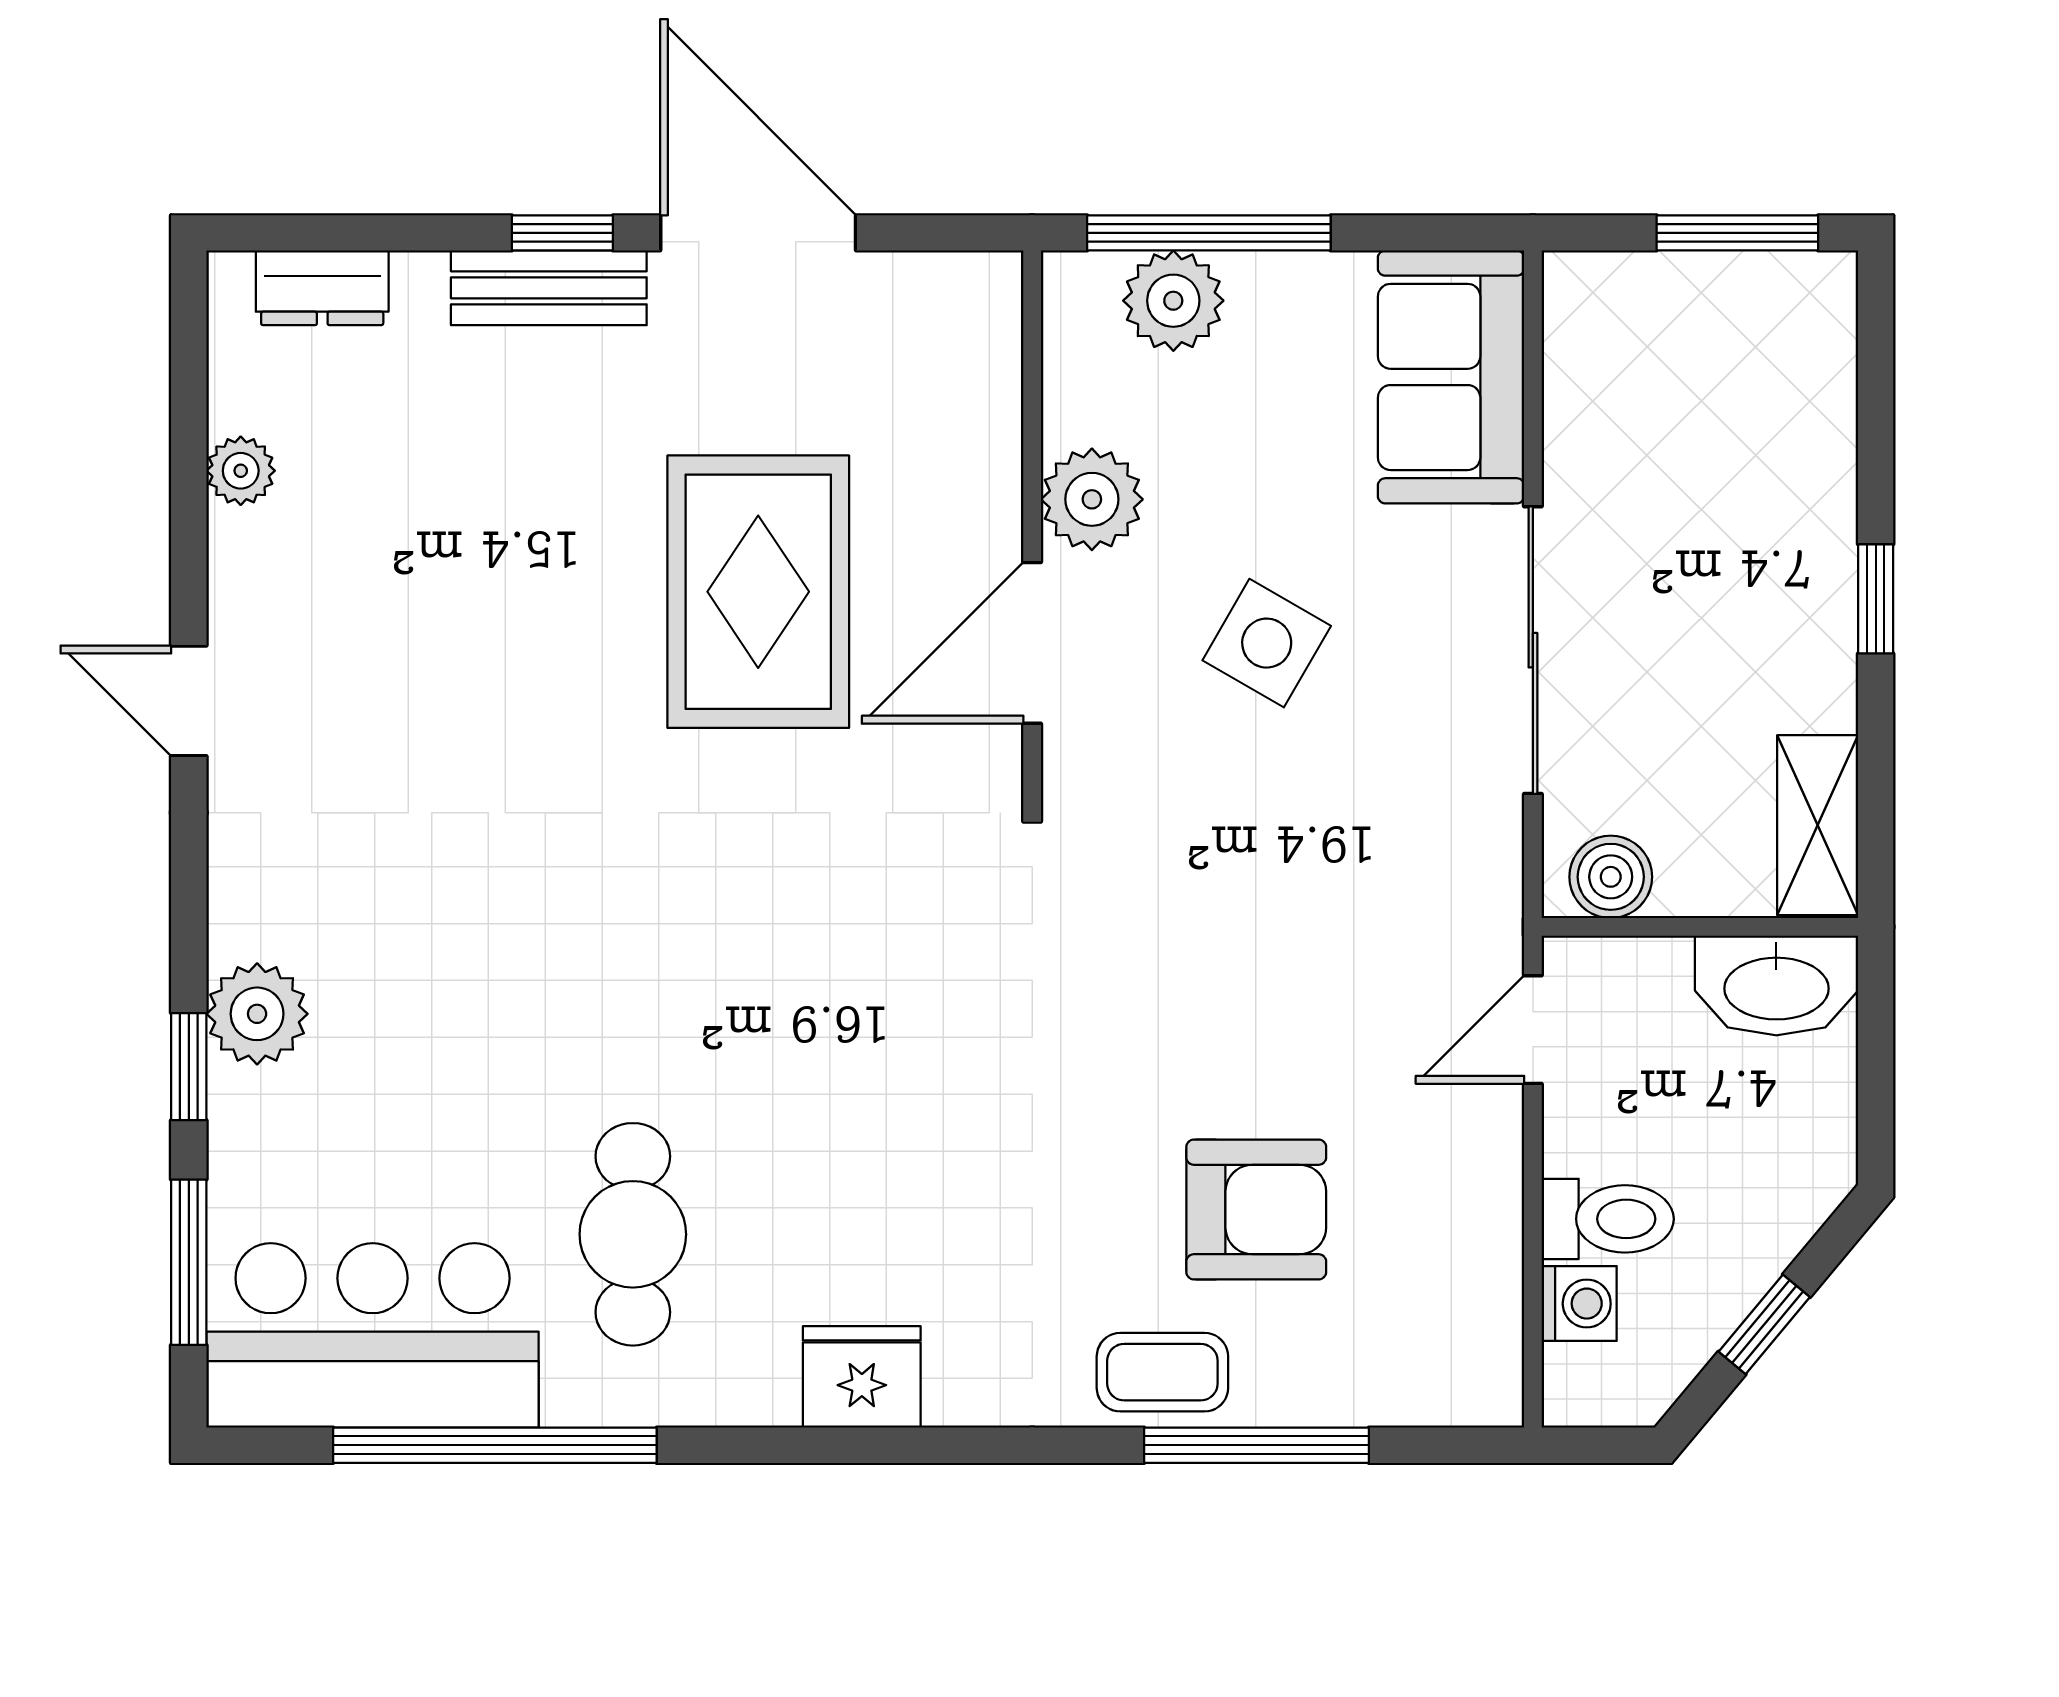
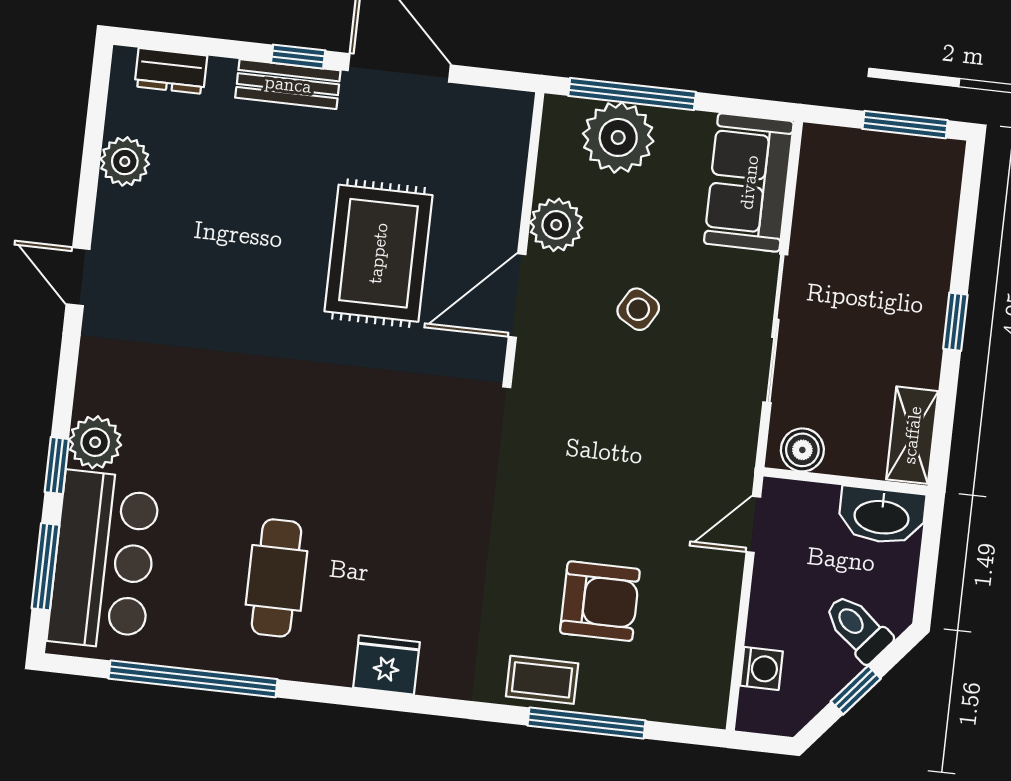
plant: (1173, 301) -> (618, 137), width x1.36, depth x1.36
plant: (241, 471) -> (125, 161), width x1.38, depth x1.38
side table: (1267, 643) -> (638, 309), width x0.73, depth x0.73
toilet: (1608, 1219) -> (858, 628), moved, turned -140
bar counter: (373, 1335) -> (104, 560), moved, turned 90

